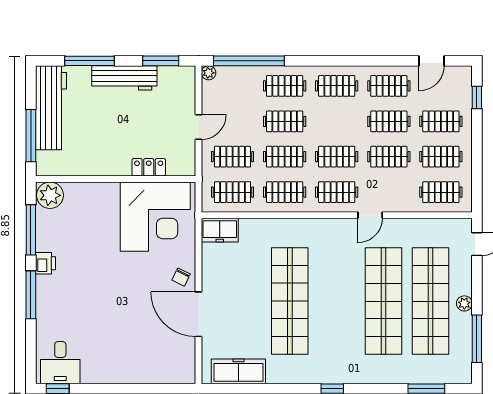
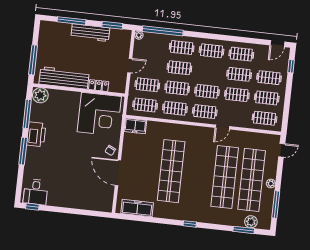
door: (432, 61) -> (277, 44), moved
workbench: (51, 108) -> (64, 78), moved, turned -90
printer: (46, 263) -> (36, 134), width x1.87, depth x1.48
plant: (437, 373) -> (251, 222), added

